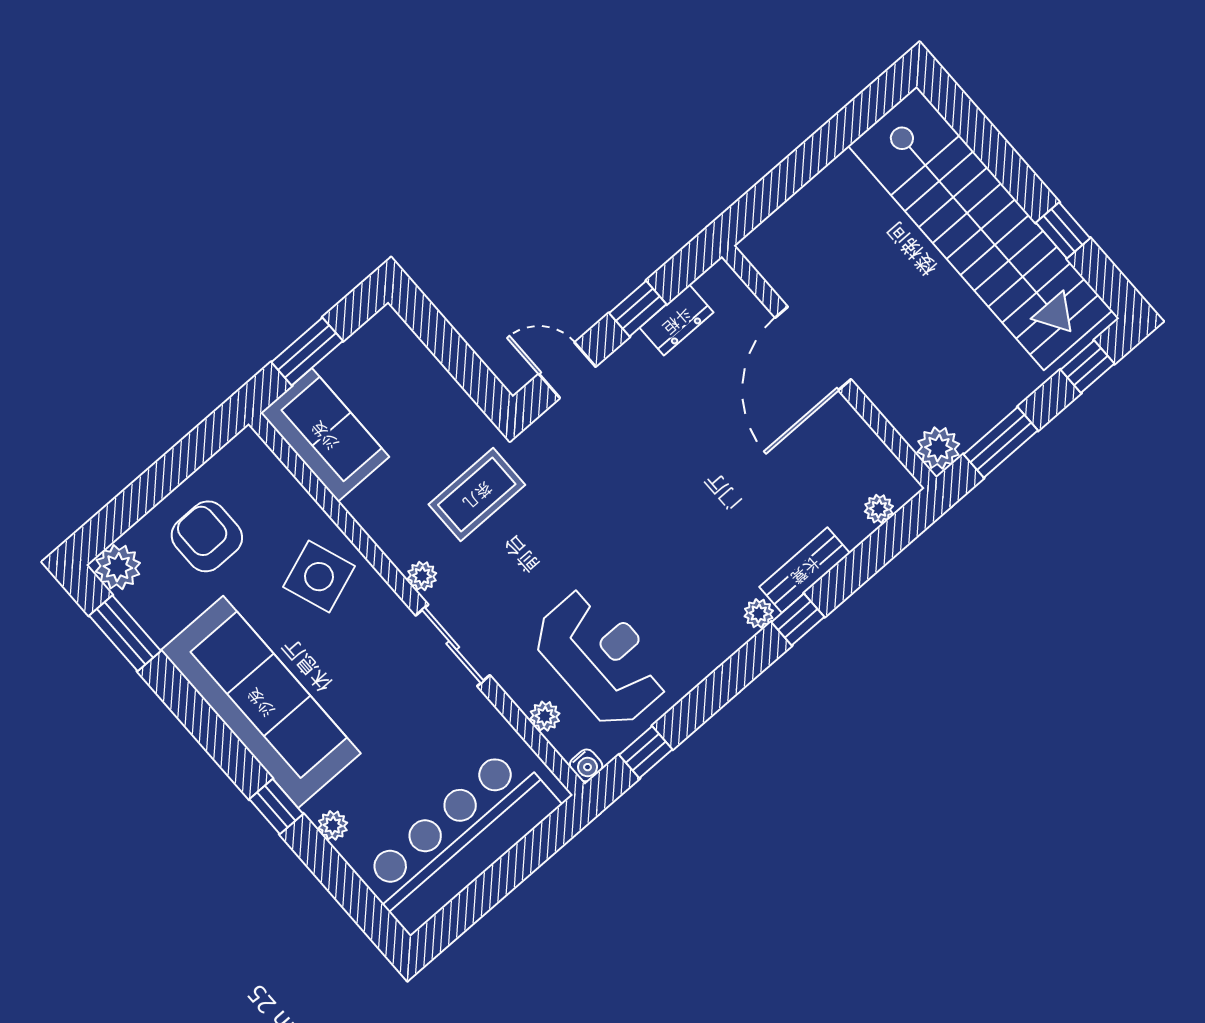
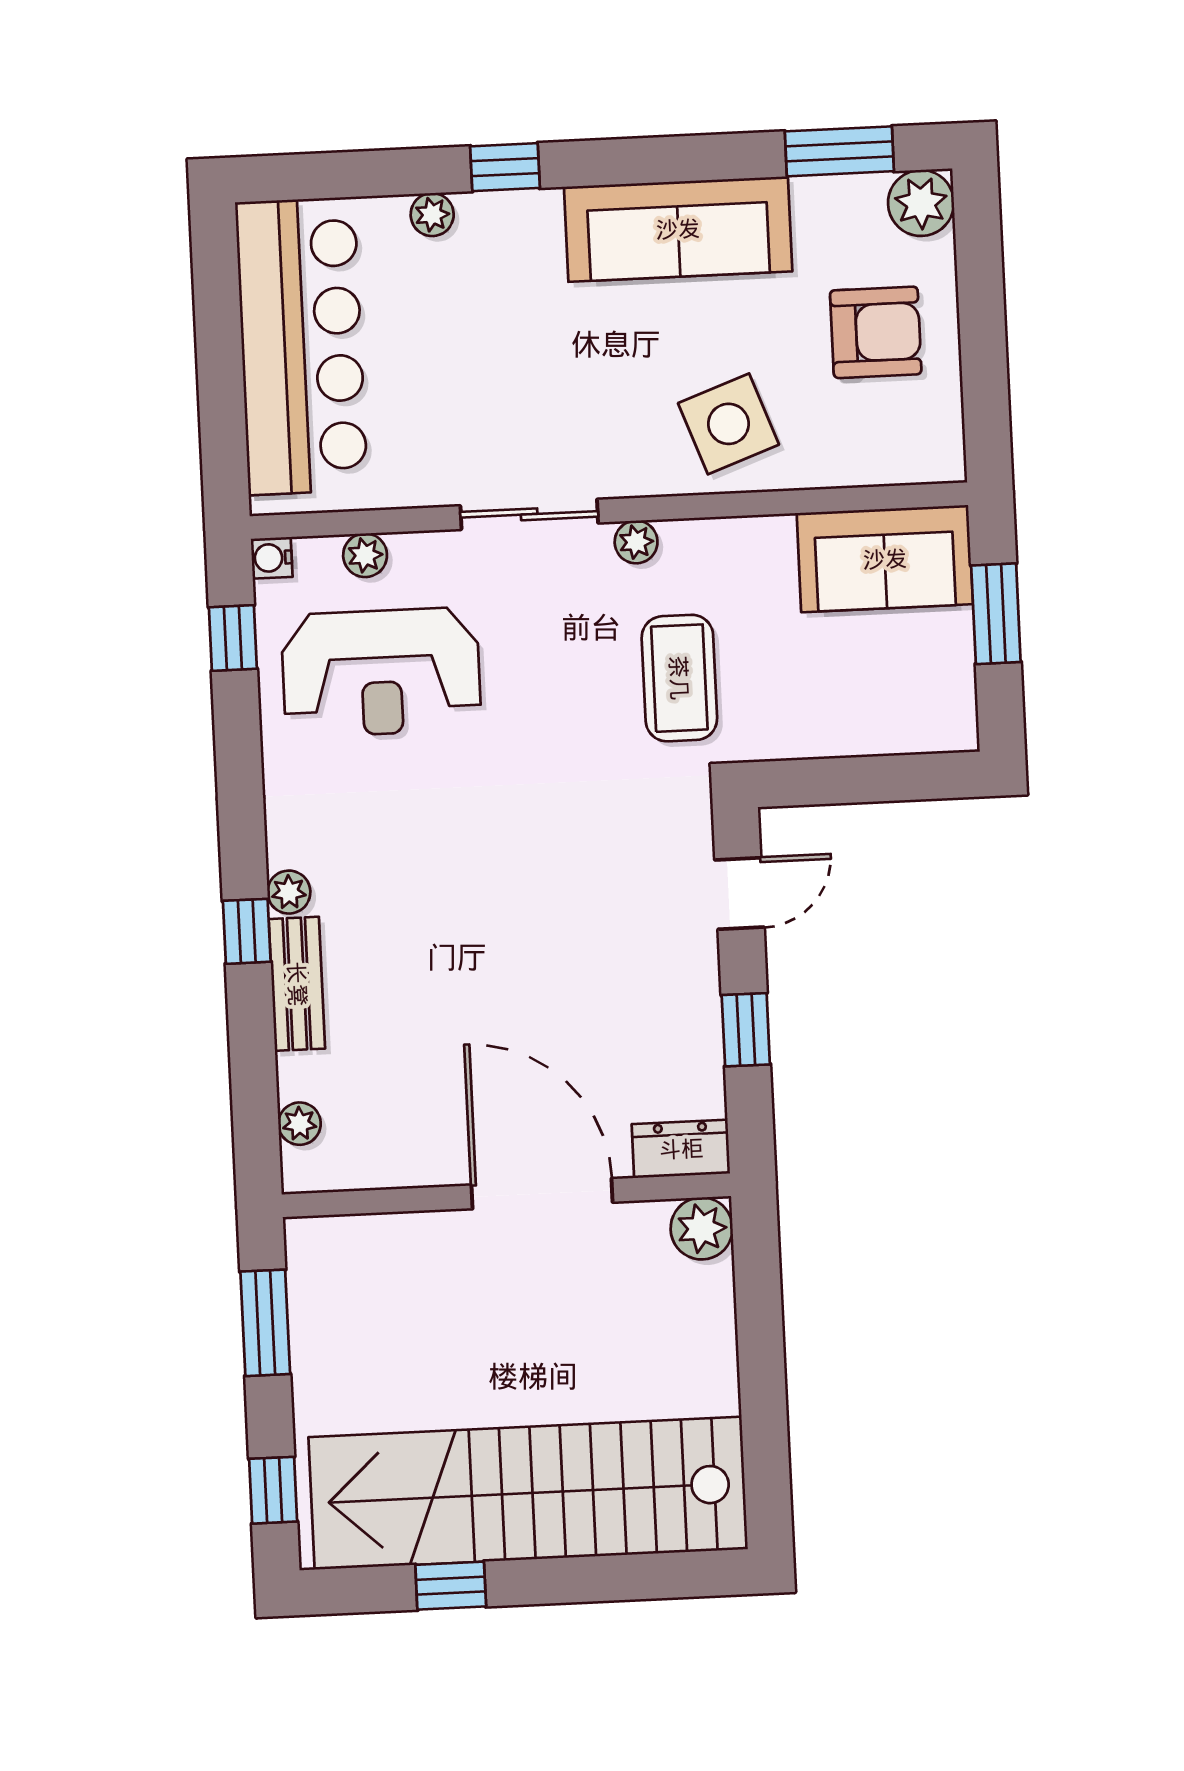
dresser: (677, 320) -> (681, 1149), moved, turned 90
plant: (938, 448) -> (702, 1228), moved
sofa: (261, 702) -> (678, 229), width x0.74, depth x0.79

